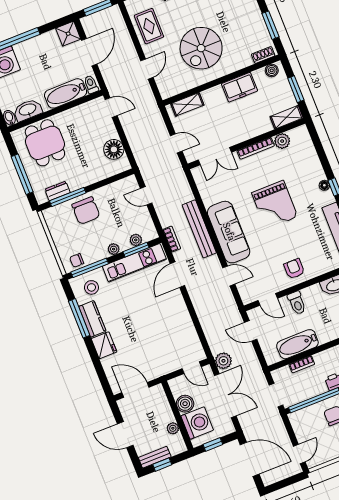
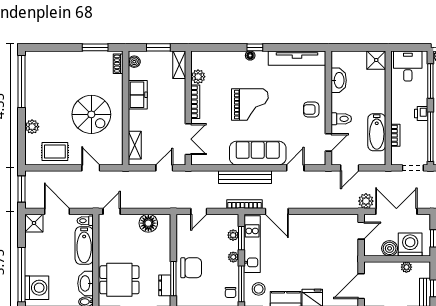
bookcase: (172, 239) -> (244, 204), width x1.56

